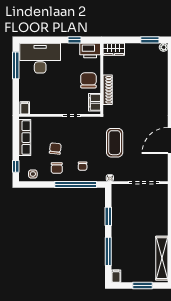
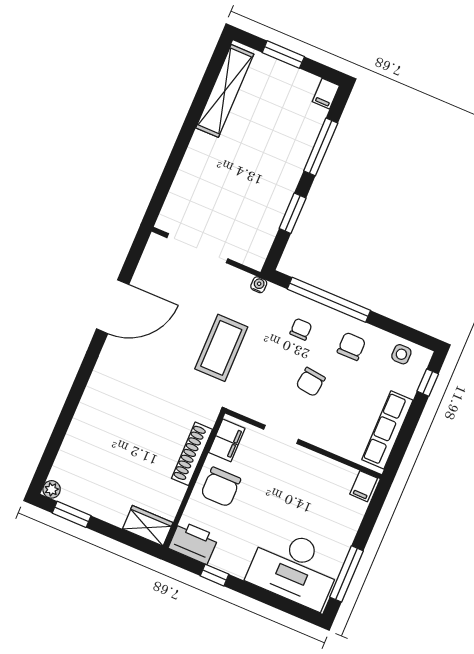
chair: (55, 148) -> (311, 382), moved

